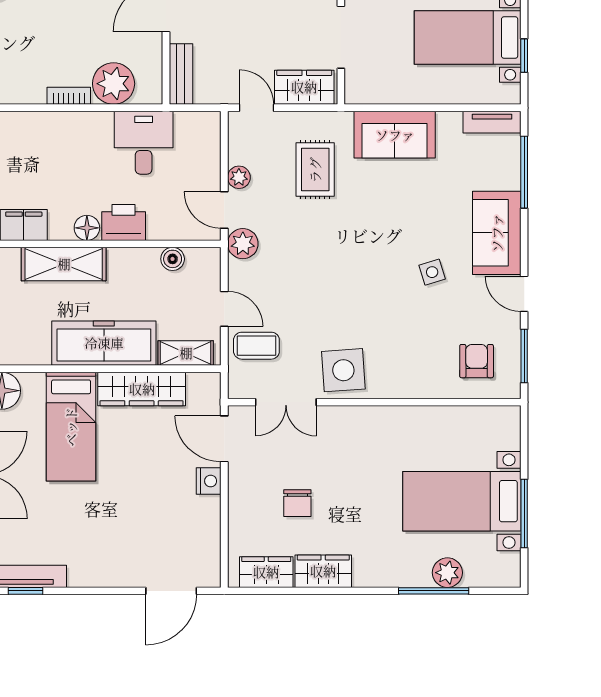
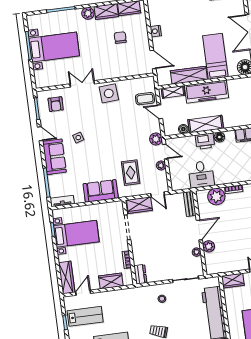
shelving: (64, 264) -> (206, 124), moved
double door: (286, 402) -> (82, 84), moved
nightstand: (209, 481) -> (156, 31), moved
plant: (447, 573) -> (88, 13), moved

